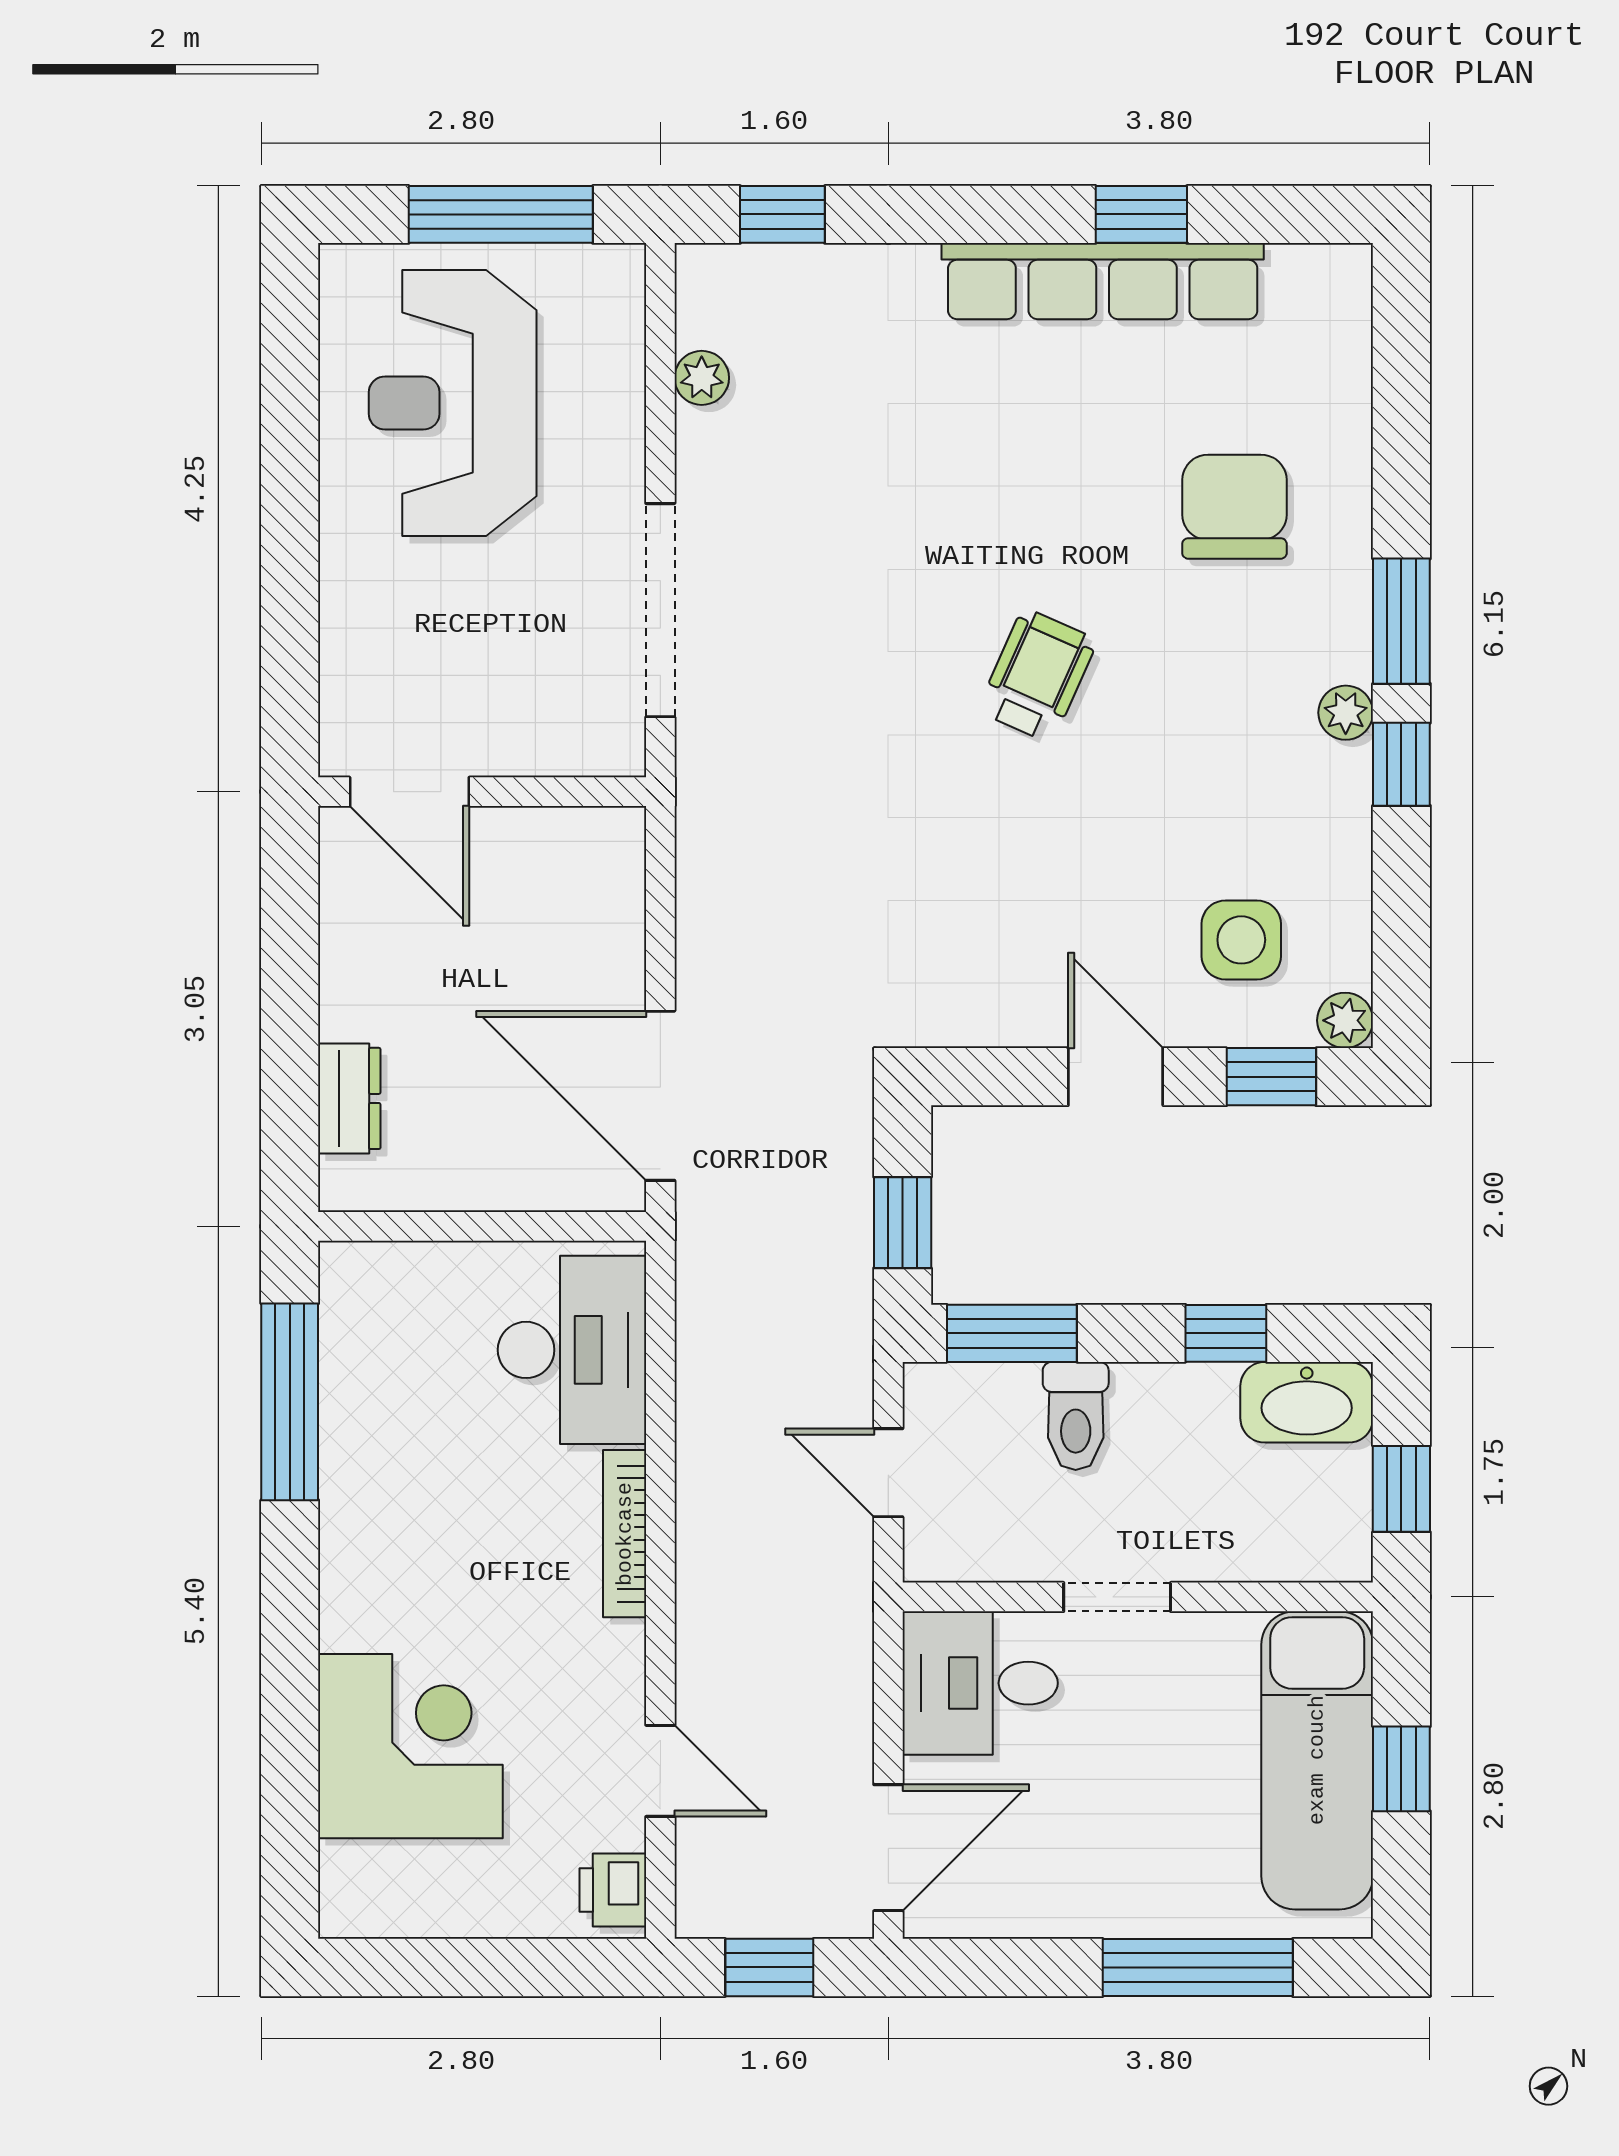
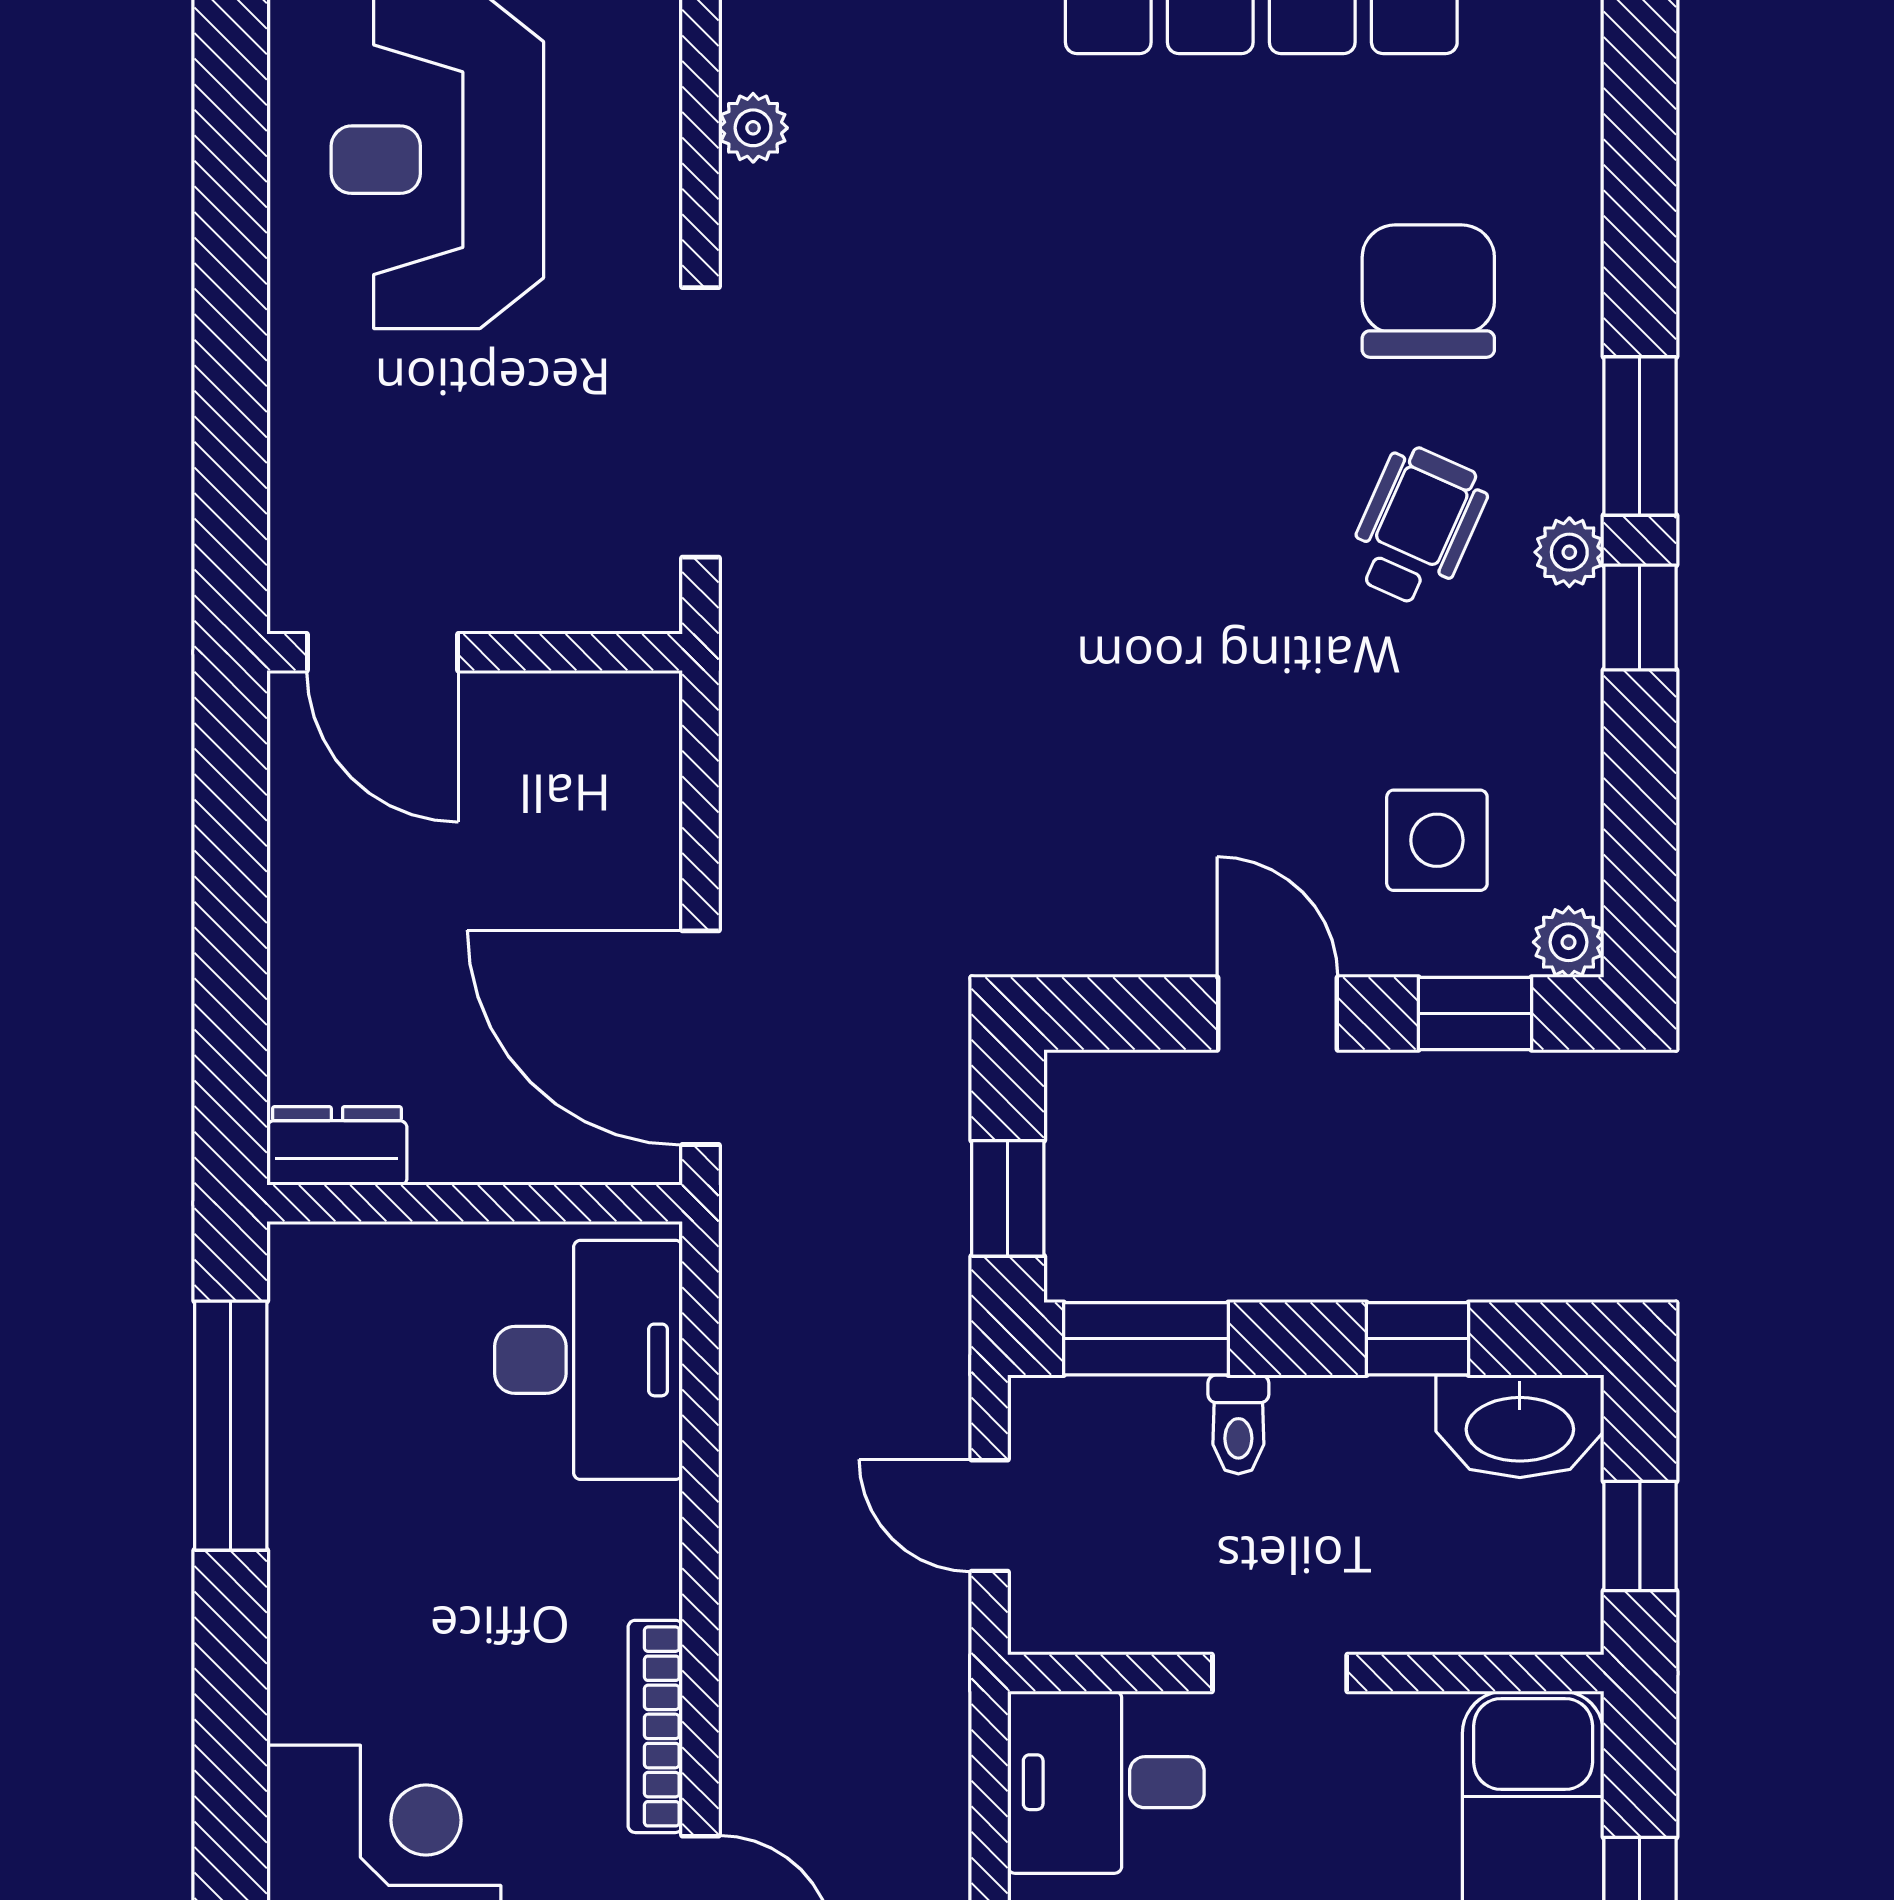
wheelchair: (1037, 675) -> (1417, 526), moved
dresser: (349, 1098) -> (337, 1146), moved, turned -90
toilet: (1076, 1416) -> (1238, 1424), width x0.73, depth x0.72
bookcase: (625, 1534) -> (655, 1726), moved

